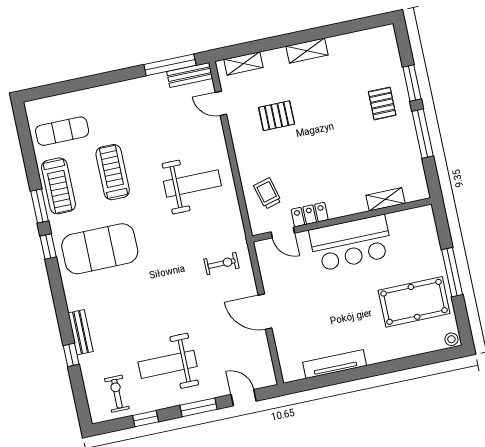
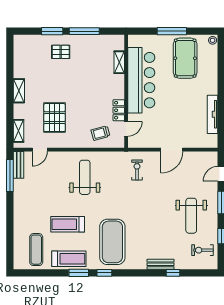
pallet: (277, 116) -> (54, 118), width x1.50, depth x1.42
bar counter: (351, 243) -> (141, 80), width x1.36

